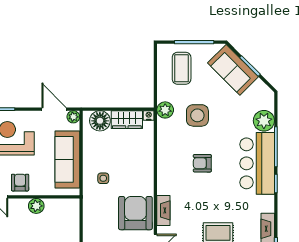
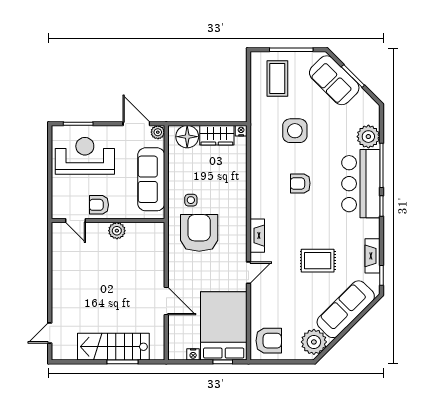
plant: (165, 110) -> (259, 125), removed
armchair: (20, 183) -> (99, 205), turned -90
armchair: (135, 213) -> (199, 233), moved

